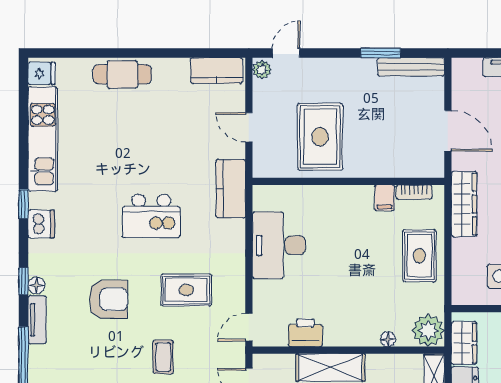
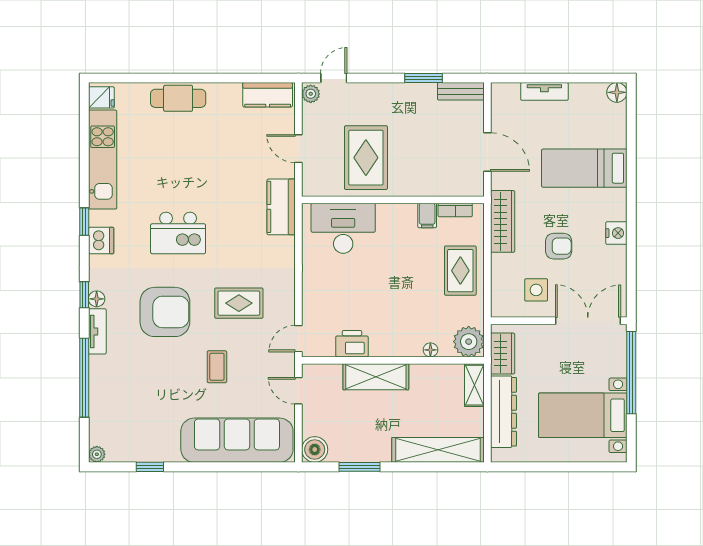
bench: (411, 67) -> (461, 91), width x0.73
kitchen island: (151, 216) -> (178, 233), moved
desk: (279, 245) -> (343, 228), moved, turned 90
armchair: (108, 299) -> (165, 312), width x1.36, depth x1.36

